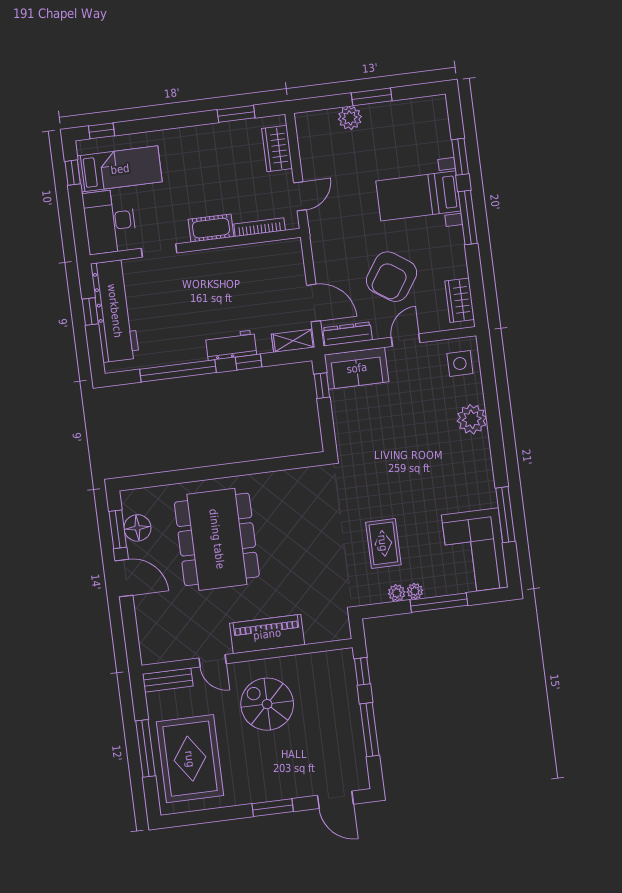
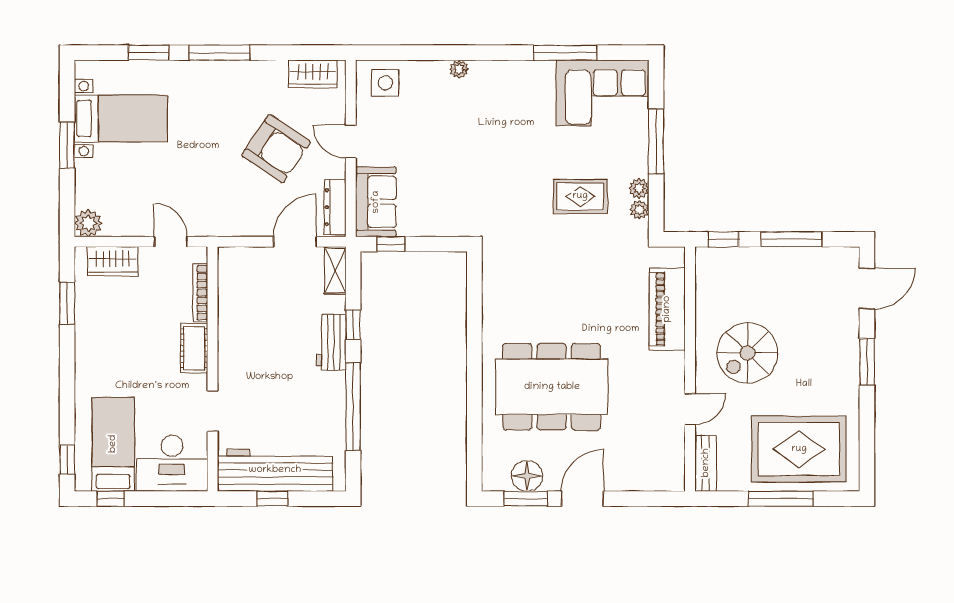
plant: (350, 118) -> (88, 223), moved
bed with nightstands: (418, 196) -> (121, 118), moved, turned -90
plant: (472, 419) -> (459, 69), width x0.53, depth x0.53
plant: (415, 591) -> (640, 210), moved
piano: (267, 634) -> (667, 309), moved

